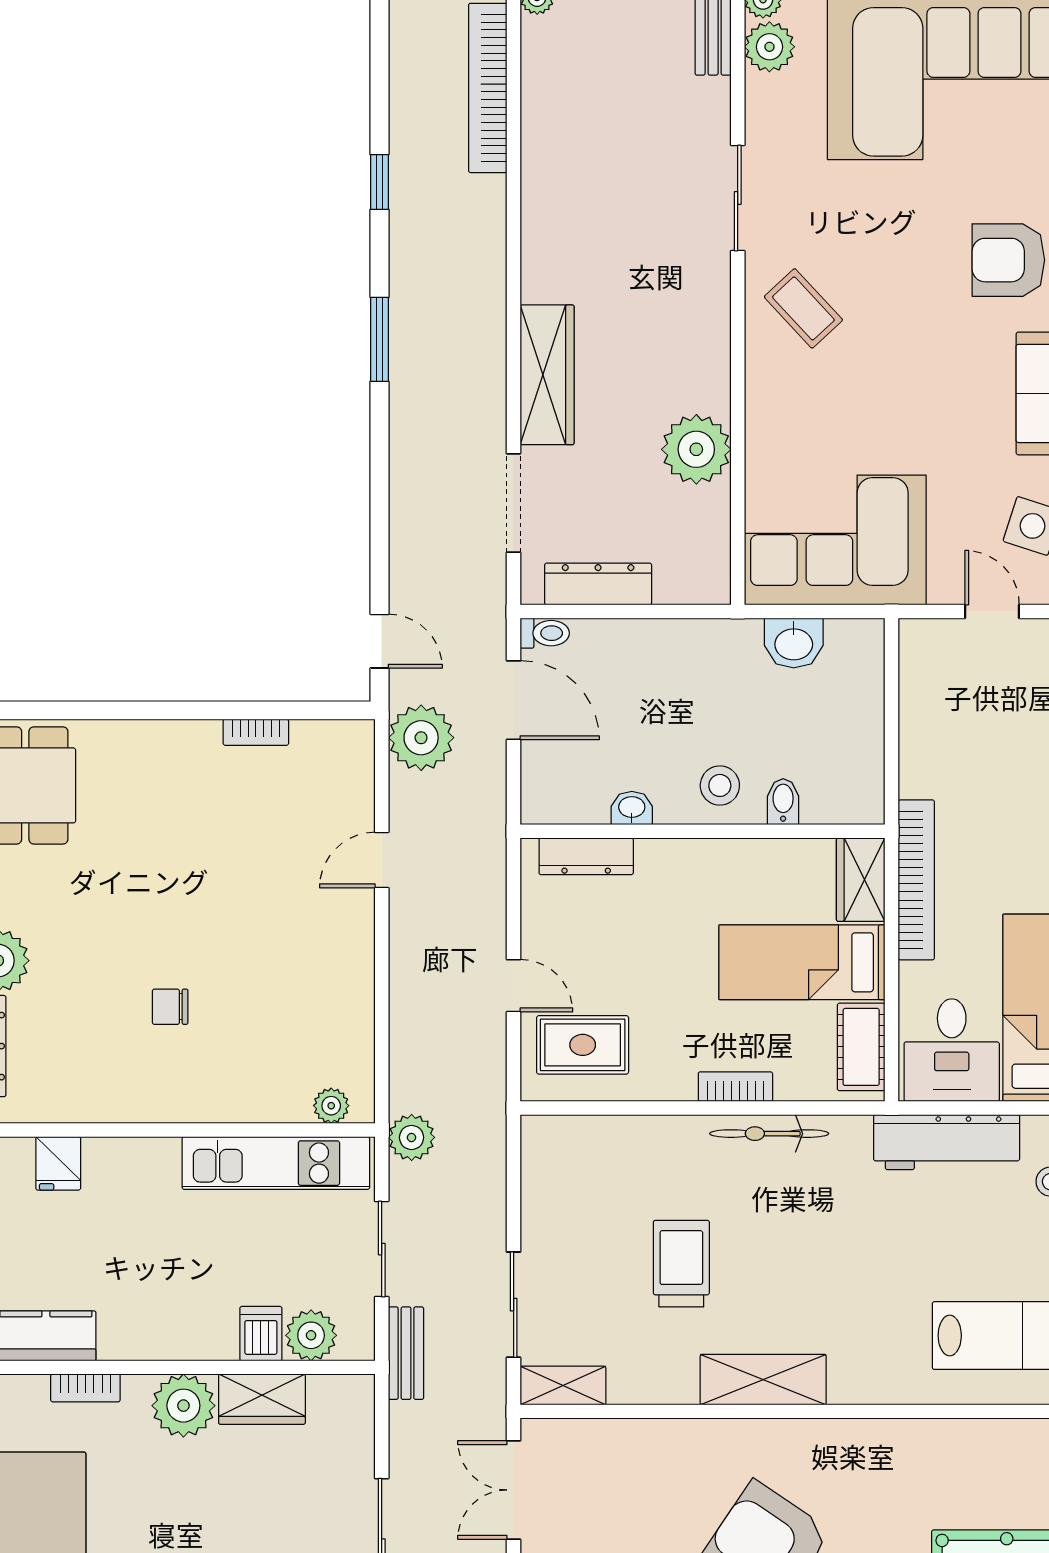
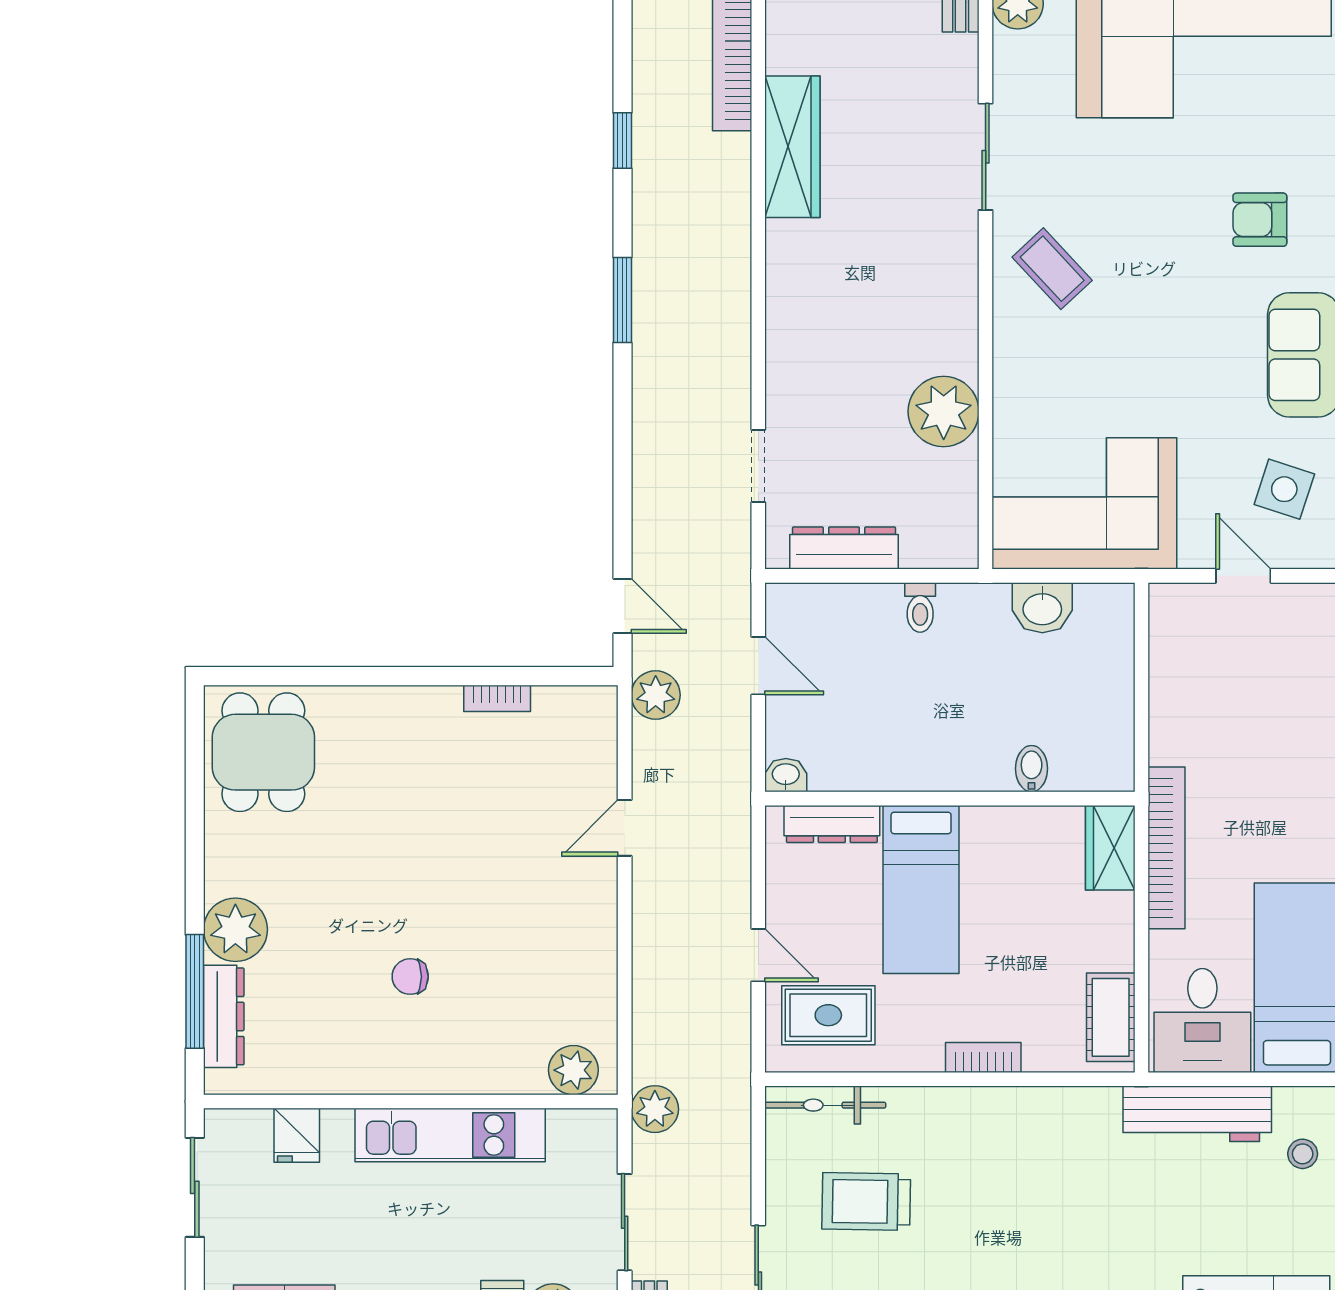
armchair: (1008, 260) -> (1260, 220), width x0.72, depth x0.72
wardrobe: (547, 375) -> (792, 147), moved
doorway: (514, 503) -> (758, 466), width x0.73
toilet: (545, 633) -> (920, 607), moved, turned 90
door: (514, 700) -> (758, 666), width x0.73
plant: (421, 738) -> (656, 695), width x0.73, depth x0.73
stool: (720, 785) -> (967, 752), removed
washbasin: (632, 808) -> (786, 775), moved
bed: (802, 962) -> (921, 889), moved, turned -90
plant: (331, 1106) -> (573, 1070), width x1.38, depth x1.38
bicycle: (769, 1134) -> (825, 1105), moved
kitchen unit: (276, 1163) -> (450, 1135), moved
trolley: (681, 1264) -> (866, 1202), moved, turned -89

